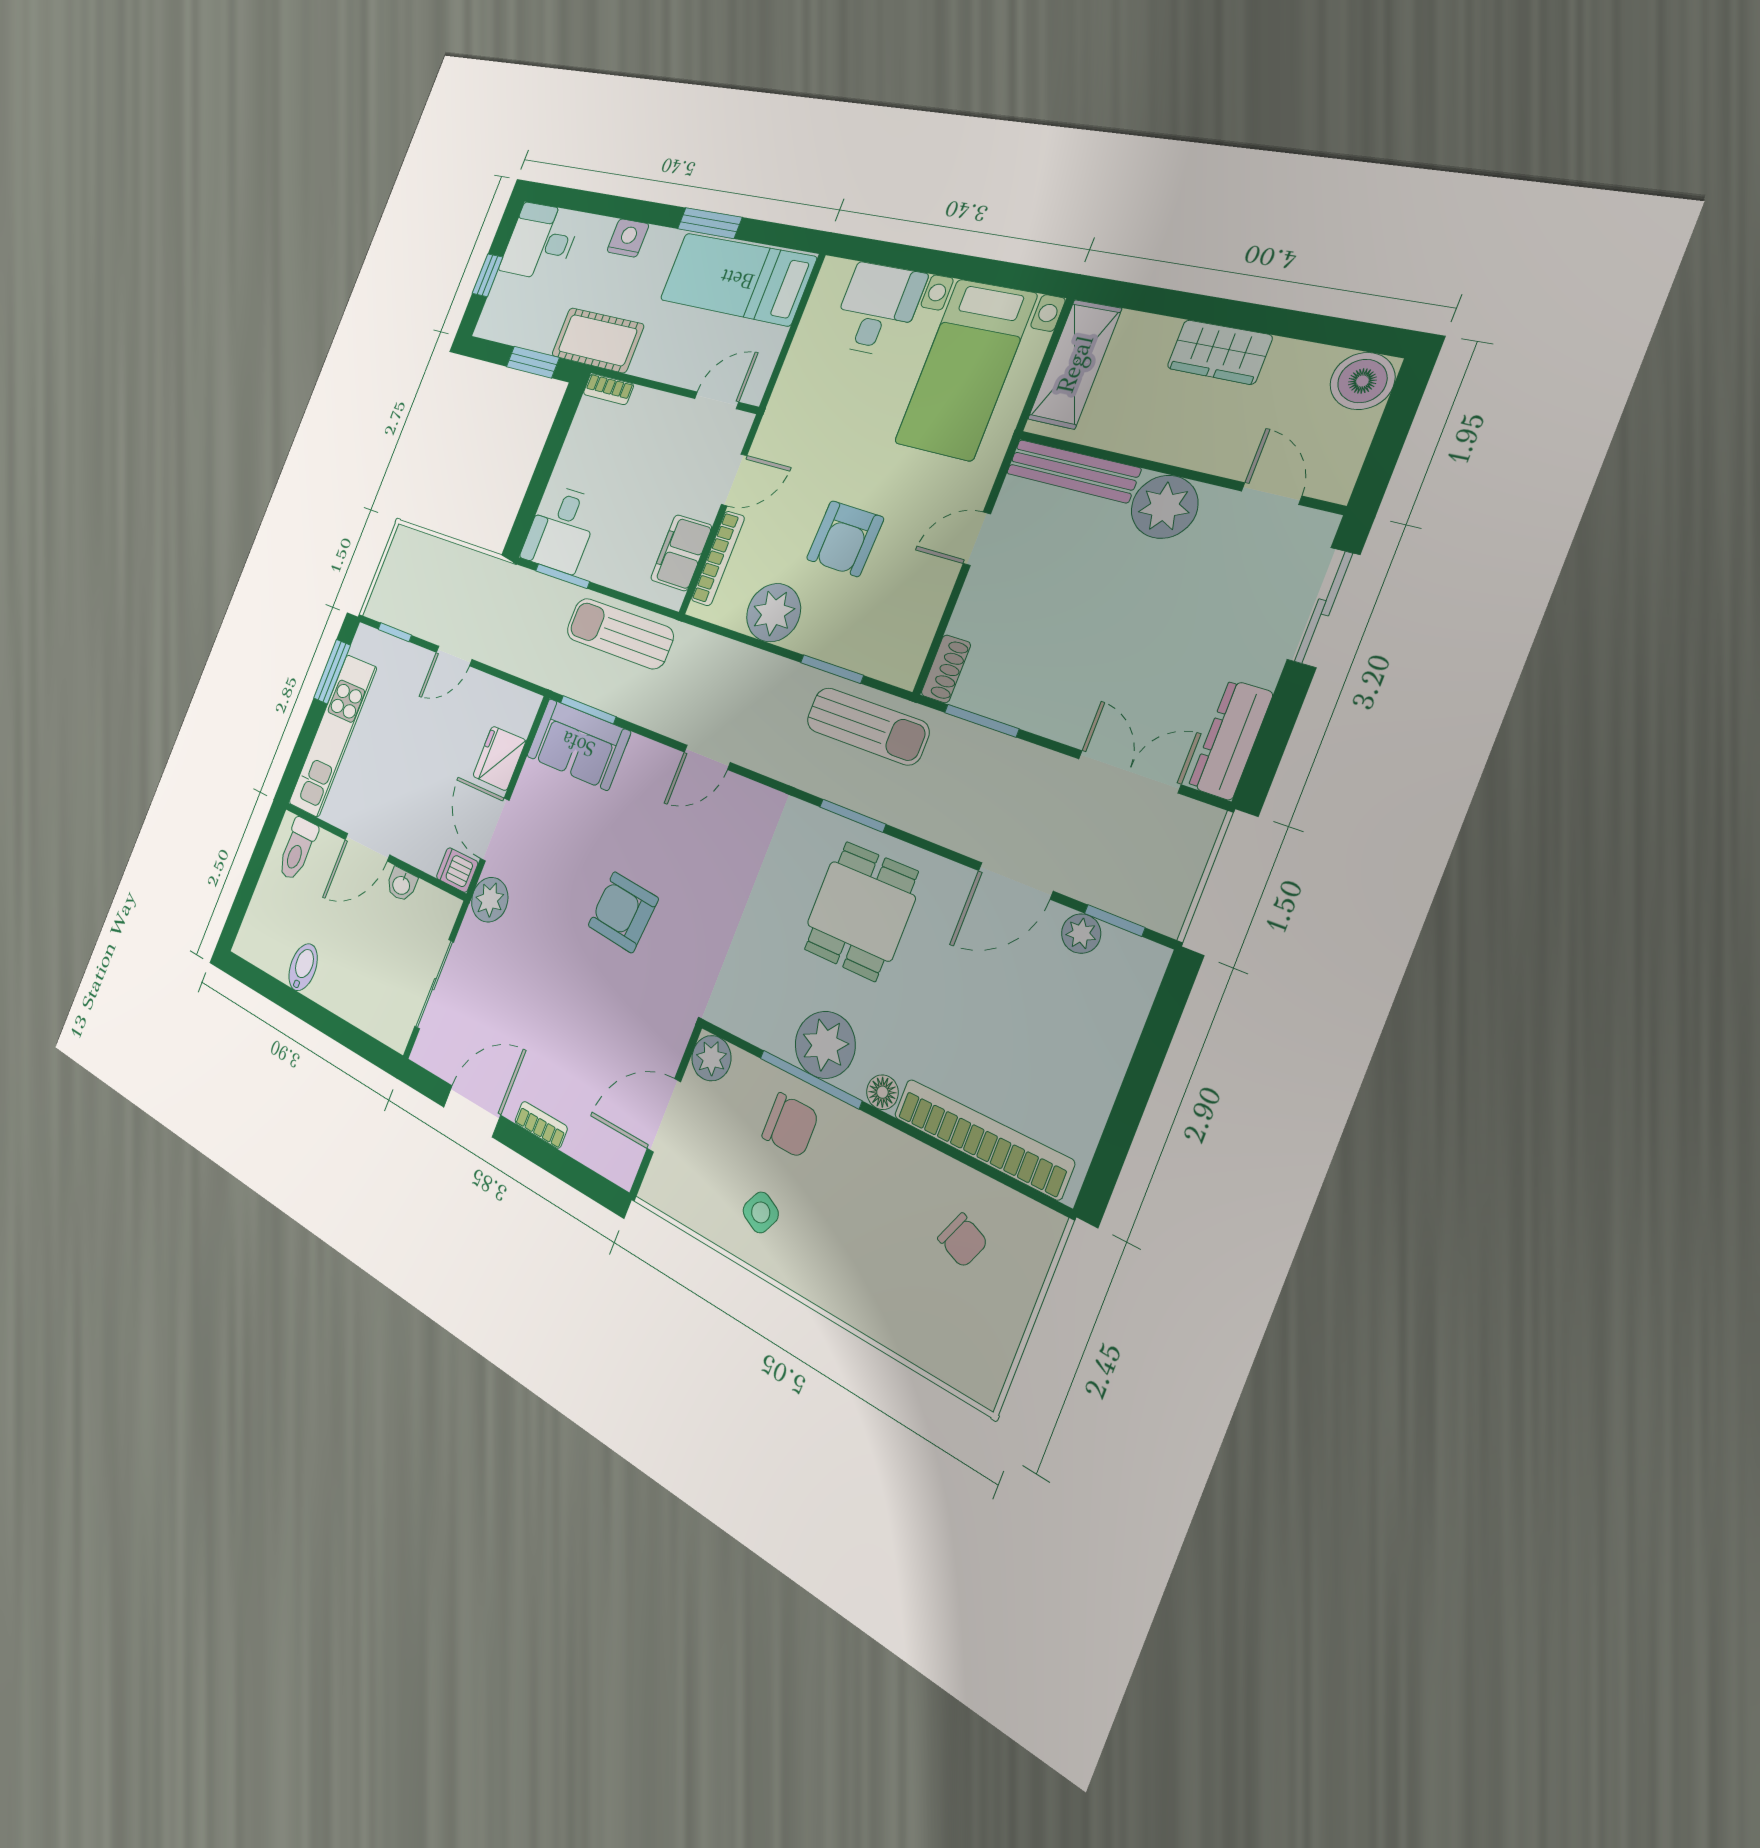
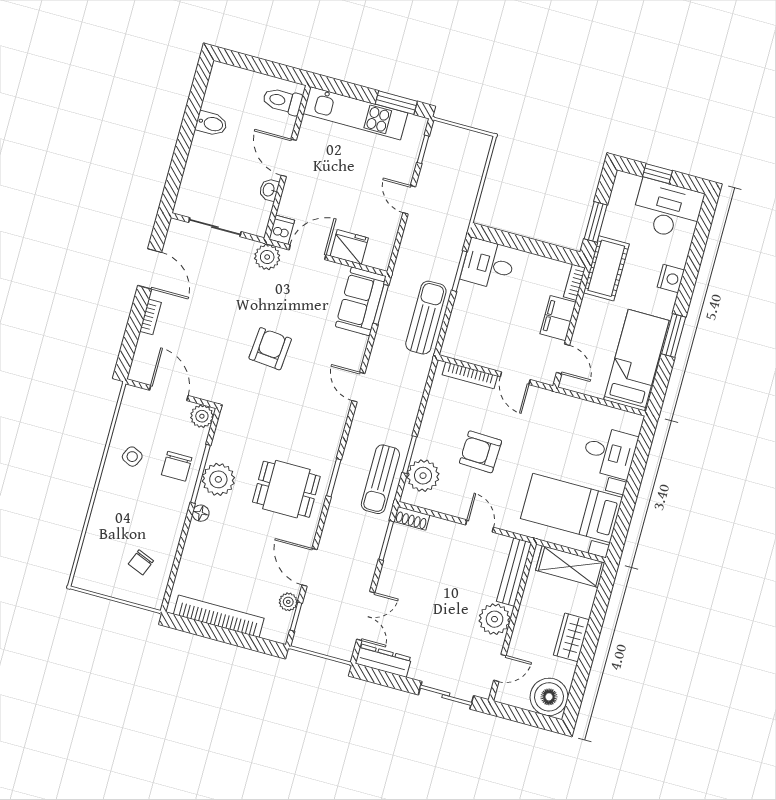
desk: (540, 242) -> (668, 209), width x1.37
boiler: (1362, 381) -> (549, 697), width x1.37, depth x1.37
filing cabinet: (681, 553) -> (558, 318), moved, turned -90
plant: (773, 613) -> (423, 476), moved
bookcase: (982, 1138) -> (219, 616), moved, turned -90

